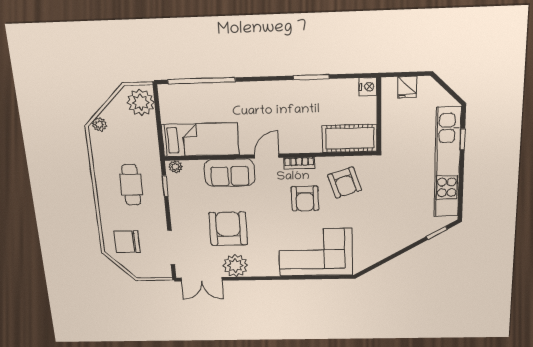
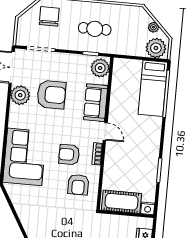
plant: (99, 124) -> (153, 27), moved
cot: (350, 138) -> (121, 202), moved, turned 90
bed: (200, 140) -> (153, 88), moved
plant: (175, 167) -> (100, 68), width x1.88, depth x1.88
armchair: (345, 183) -> (78, 185), turned -72

